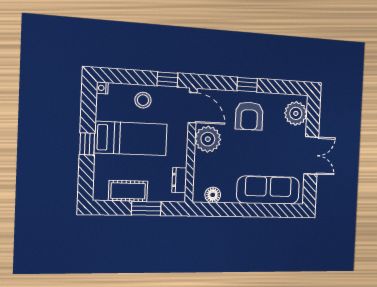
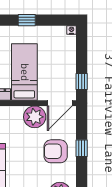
stool: (143, 100) -> (64, 62), removed
bed: (131, 138) -> (24, 72), moved, turned 180

